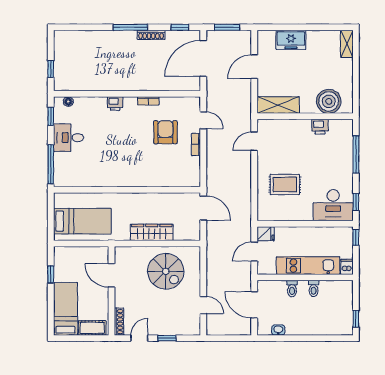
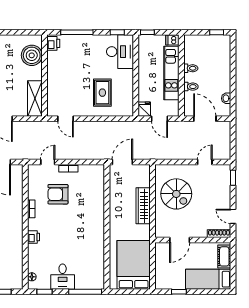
printer: (320, 127) -> (53, 43), moved
bed: (82, 221) -> (134, 265), width x1.50
spiral stairs: (166, 271) -> (176, 194), turned 90
door: (254, 305) -> (205, 119), swing flipped
window: (167, 338) -> (233, 178), moved

